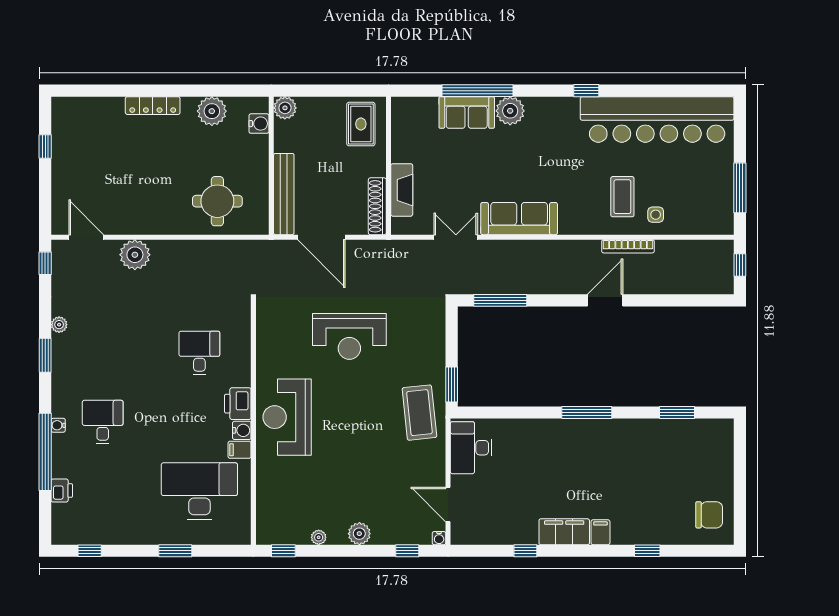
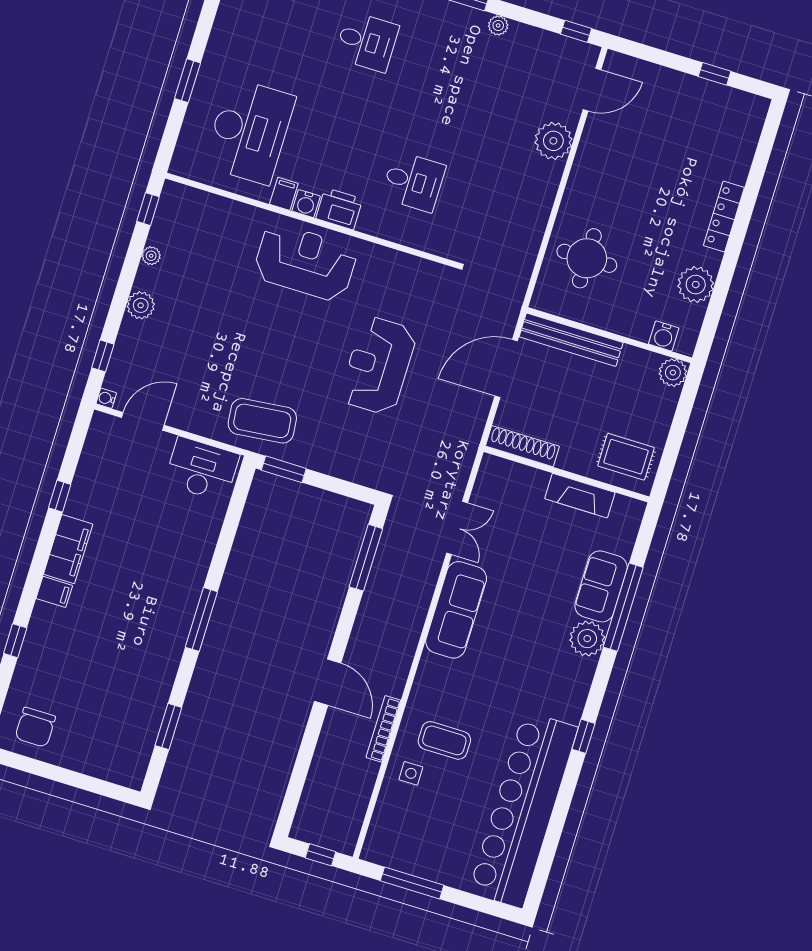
fireplace: (402, 190) -> (580, 496), moved

